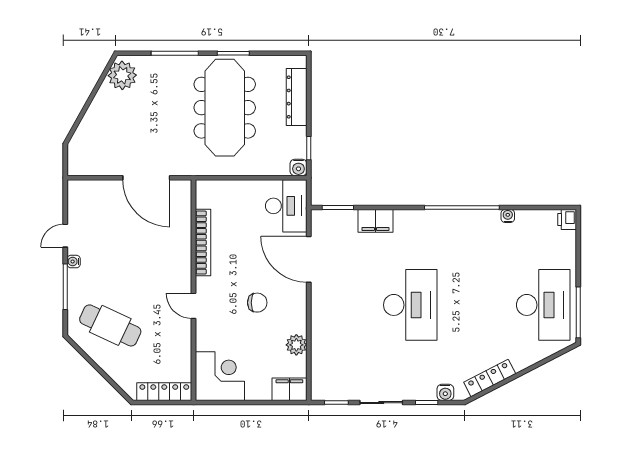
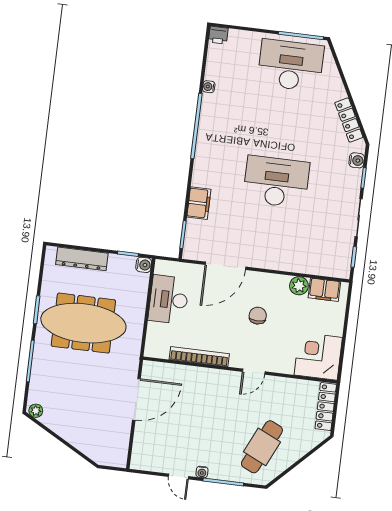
plant: (122, 75) -> (36, 411), width x0.53, depth x0.53
desk: (286, 206) -> (169, 300), moved, turned -90
filing cabinet: (289, 389) -> (324, 290), moved, turned -90

